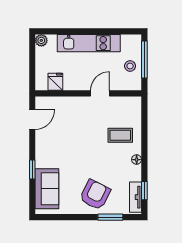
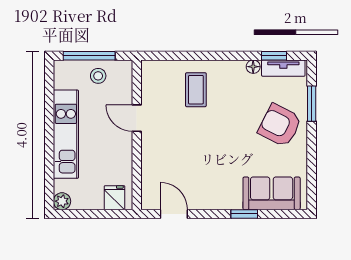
fridge: (55, 82) -> (115, 198), moved, turned 90
floor lamp: (137, 160) -> (253, 67), moved

